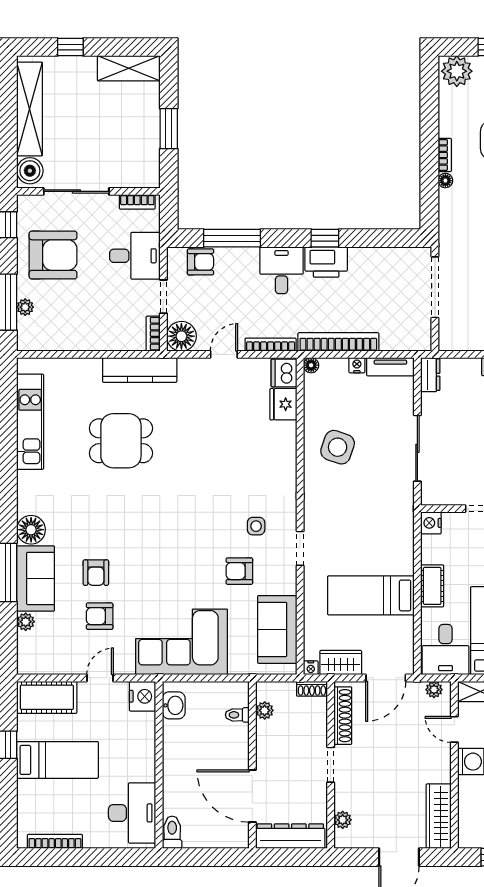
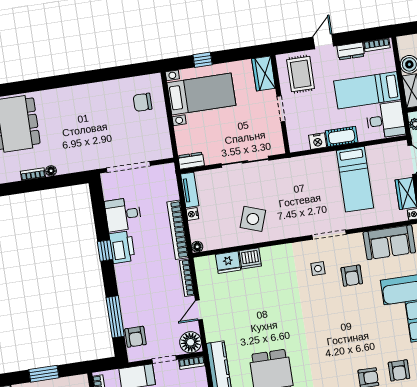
armchair: (200, 262) -> (135, 337), turned 180
desk: (282, 270) -> (123, 214), moved
door: (224, 354) -> (199, 310), hinge flipped
dishwasher: (284, 373) -> (250, 258), moved
nightstand: (431, 523) -> (318, 141), moved
doorway: (300, 548) -> (329, 235), width x1.38

